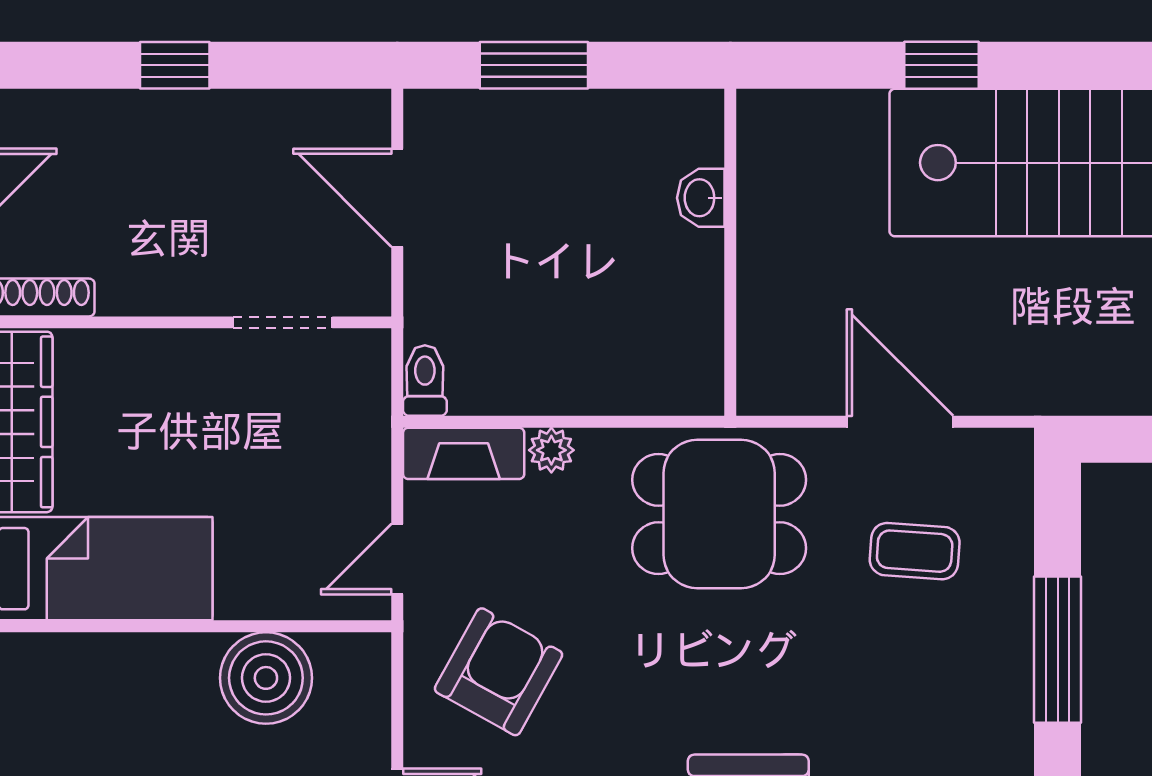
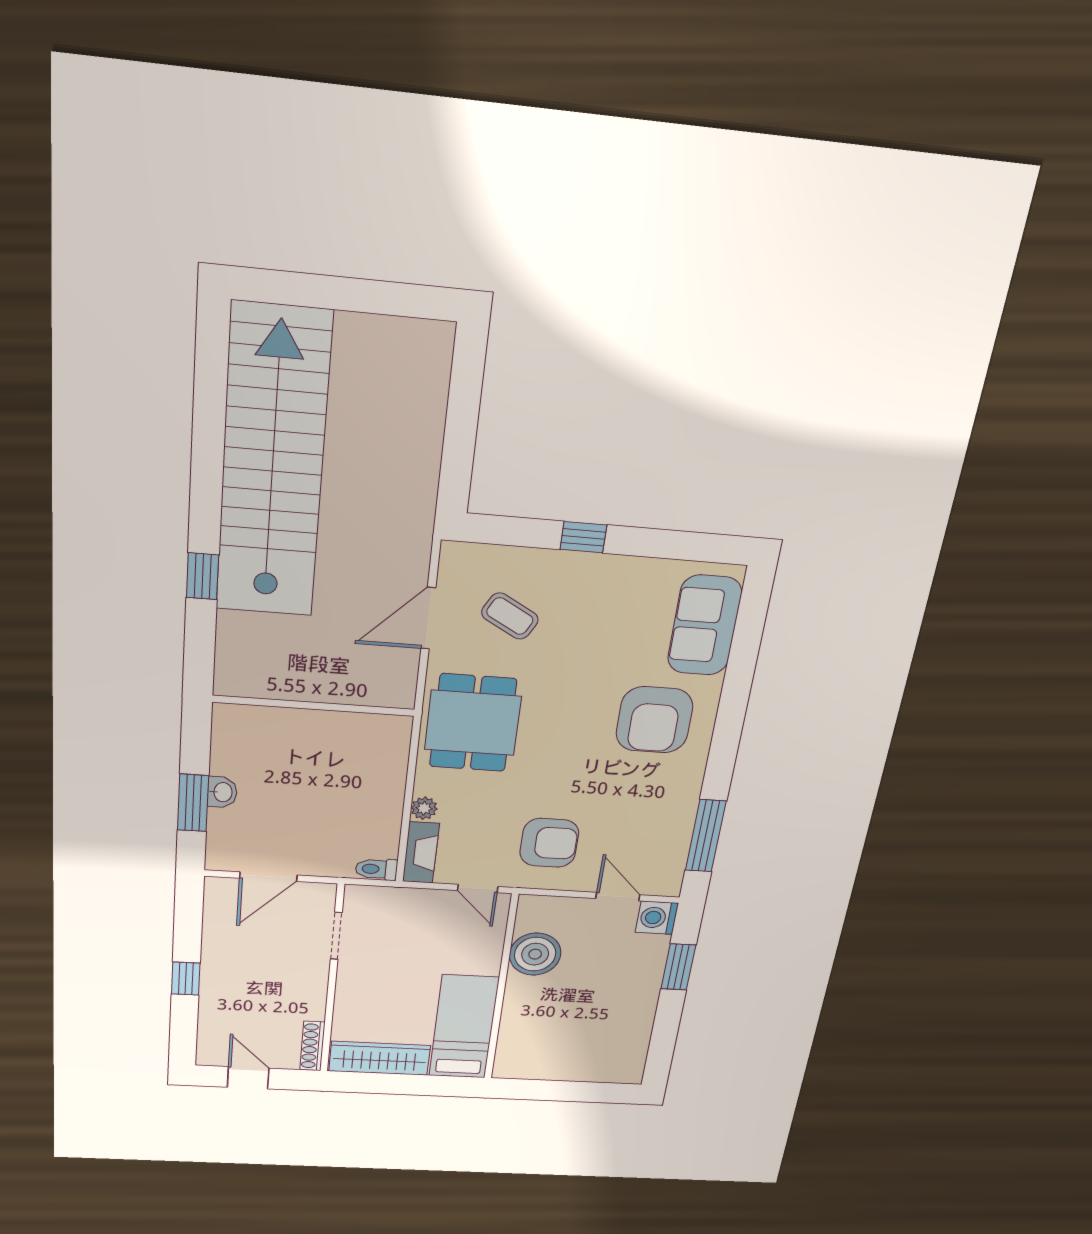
washbasin: (701, 198) -> (222, 792), moved, turned -90
coffee table: (915, 551) -> (510, 616), turned -65
window: (1058, 650) -> (583, 537), width x0.46
armchair: (499, 672) -> (549, 843), turned 151

